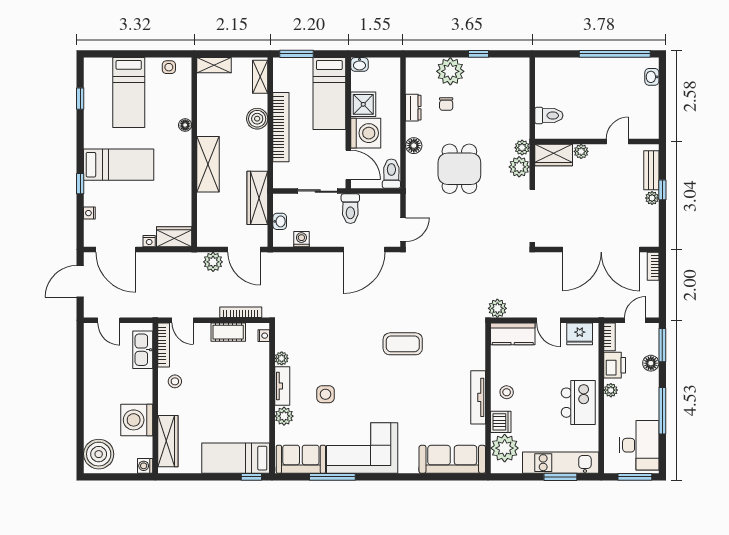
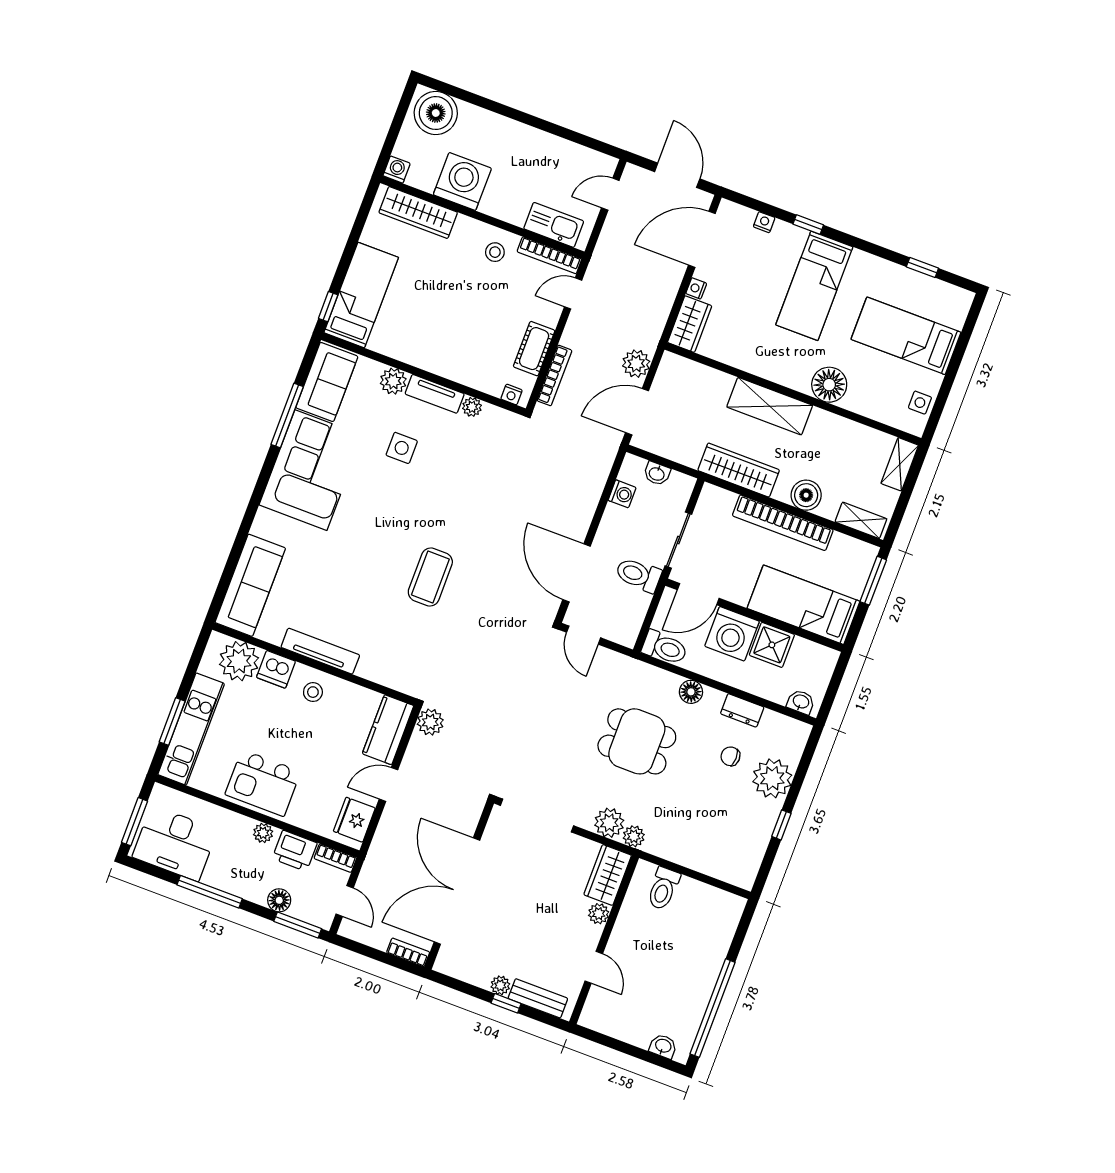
washbasin: (359, 64) -> (801, 702), moved, turned 90
floor lamp: (185, 125) -> (829, 385), width x1.89, depth x1.89
wardrobe: (257, 198) -> (739, 470), moved

